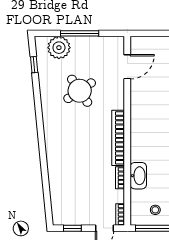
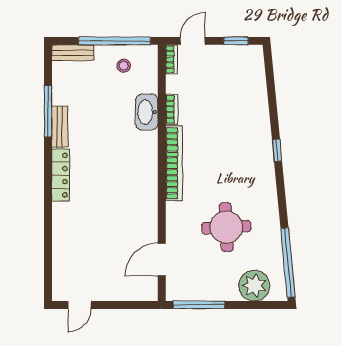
window: (80, 33) -> (199, 305), moved
window: (34, 65) -> (288, 262), width x3.17
round table: (80, 91) -> (226, 227), turned 31
window: (42, 147) -> (277, 150), added

